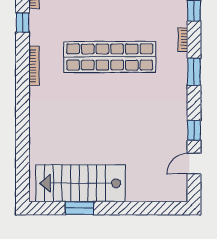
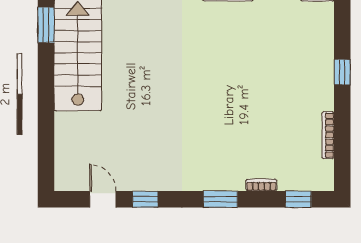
shop shelf: (110, 57) -> (239, 91), removed
window: (79, 208) -> (46, 25), moved

